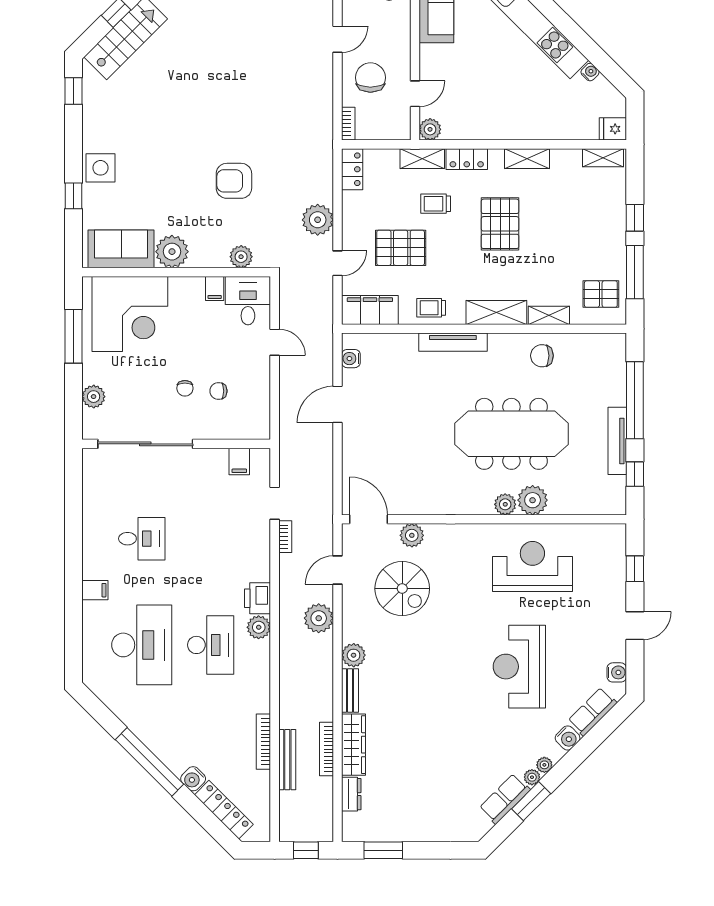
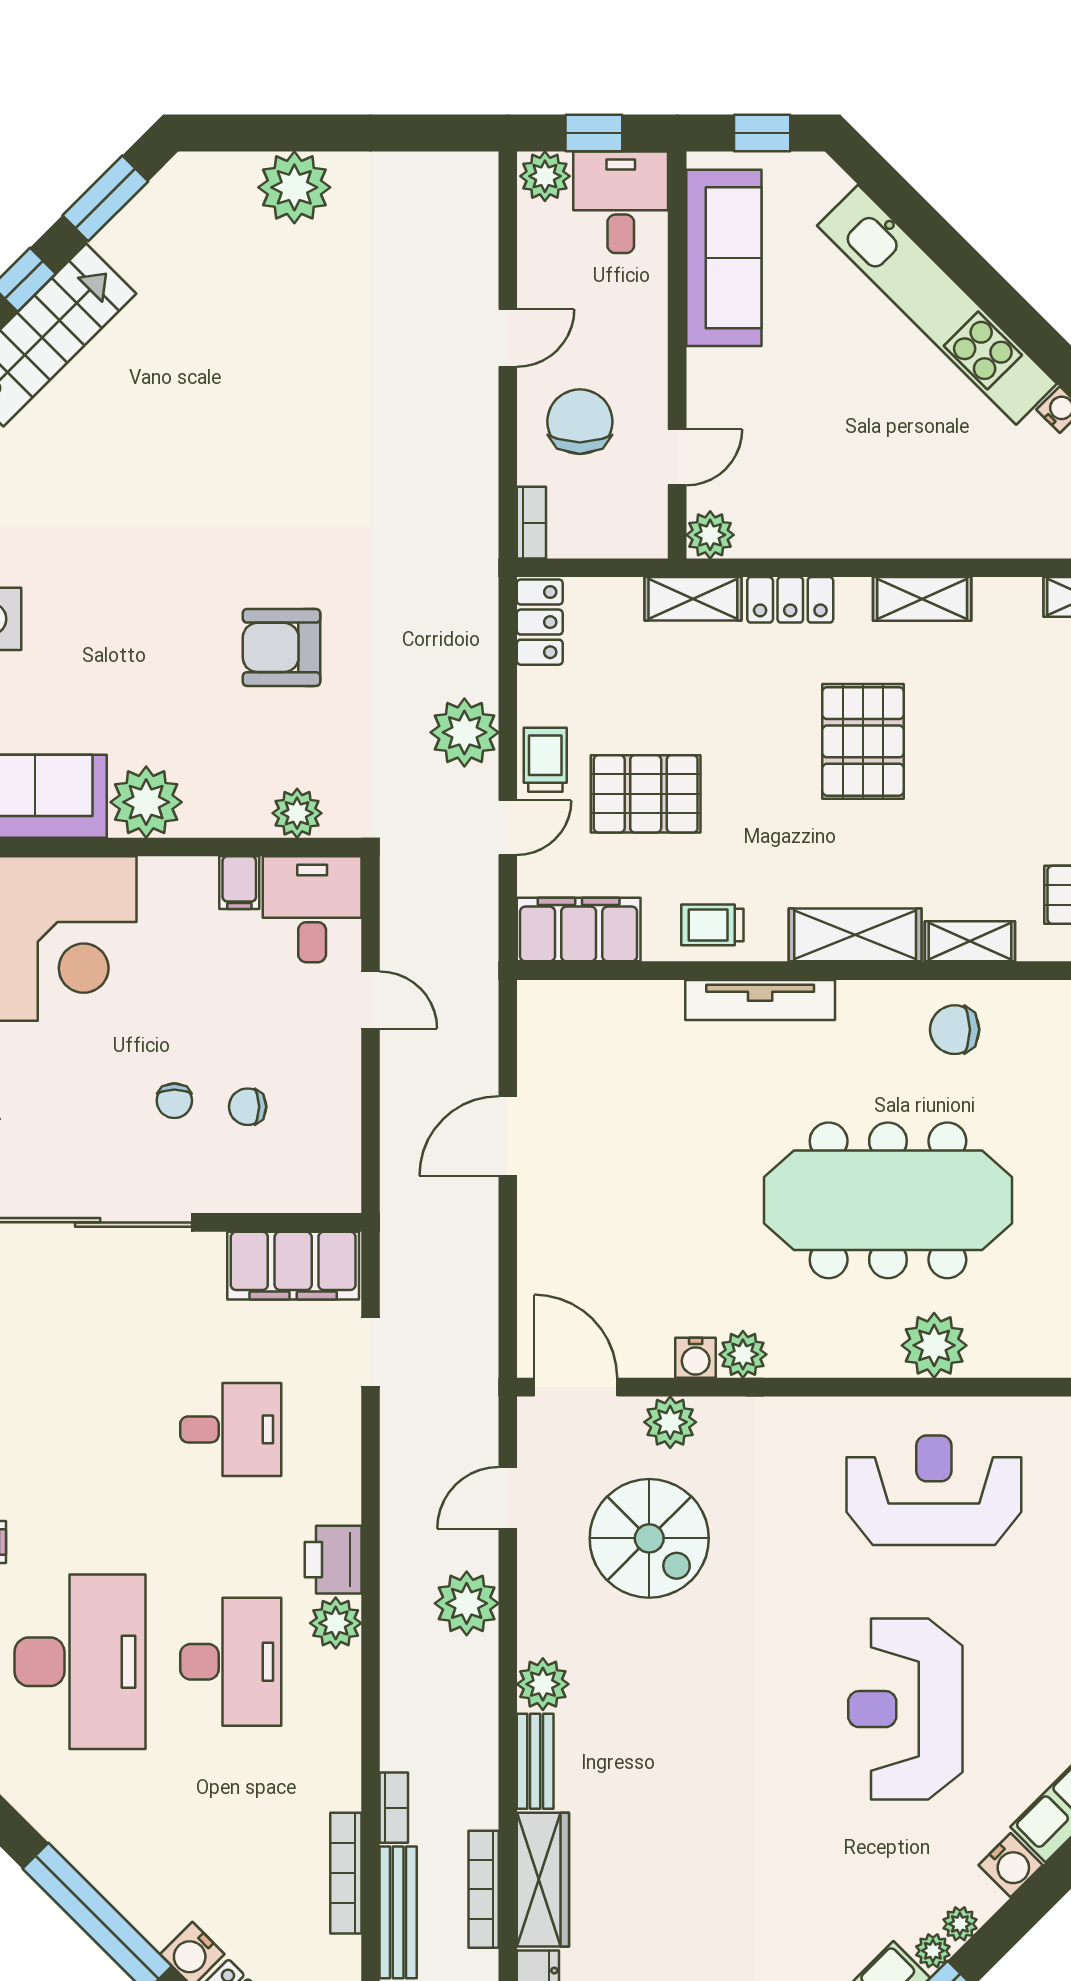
trolley: (436, 204) -> (545, 760), moved, turned 90
water cooler: (351, 359) -> (696, 1358), moved, turned -90
filing cabinet: (239, 461) -> (293, 1266), width x3.00, depth x1.17
plant: (505, 504) -> (743, 1354), moved
bookcase: (285, 537) -> (394, 1808), moved
desk: (142, 539) -> (231, 1429), moved

